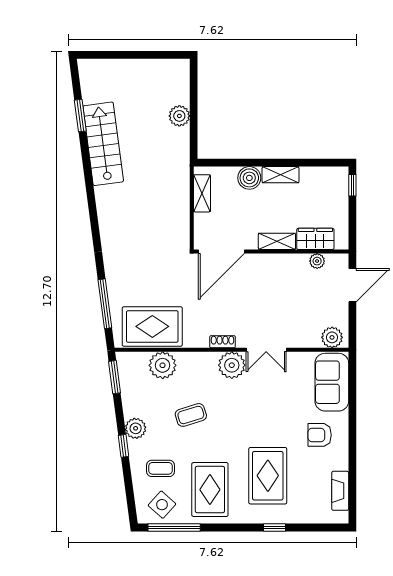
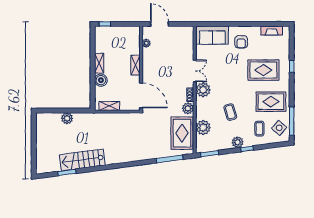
wardrobe: (315, 239) -> (134, 44), removed
plant: (332, 337) -> (188, 108), moved

